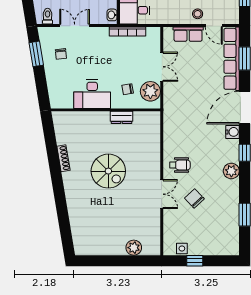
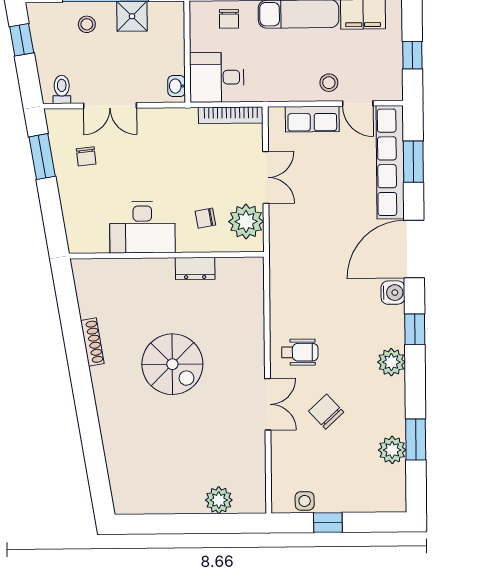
double door: (75, 26) -> (110, 106), swing flipped
bookcase: (127, 32) -> (231, 115), moved
plant: (231, 220) -> (392, 450), added

